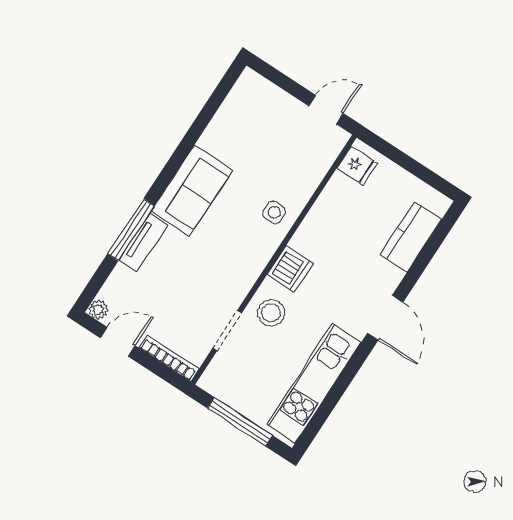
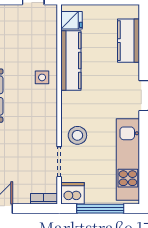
kitchen counter: (324, 215) -> (71, 61), added
dishwasher: (290, 269) -> (73, 193), moved, turned -90
bookcase: (169, 358) -> (44, 199), width x0.64

